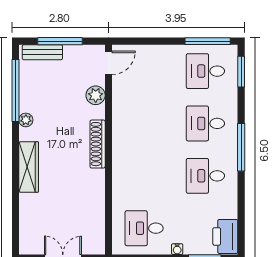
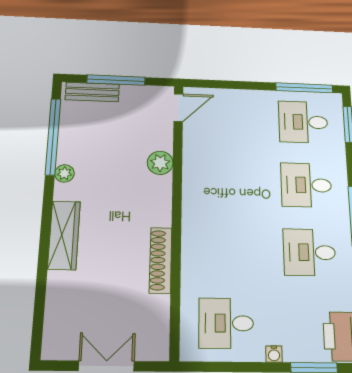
plant: (96, 95) -> (160, 163), moved
shoe rack: (98, 144) -> (161, 260), moved

